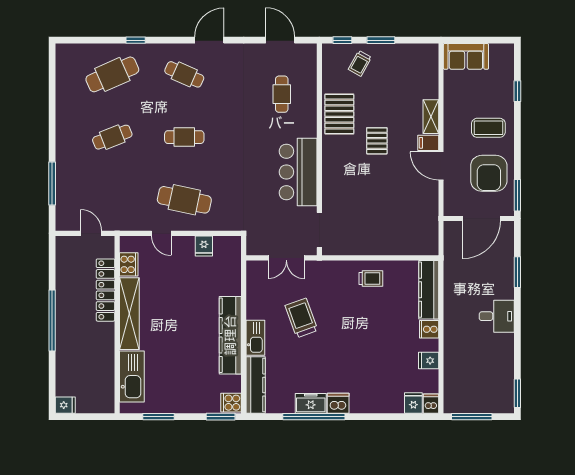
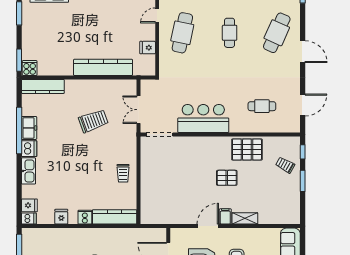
cafe table: (184, 74) -> (277, 33), width x1.37, depth x1.35
kitchen counter: (230, 335) -> (103, 67), moved
kitchen sink: (255, 338) -> (28, 171), moved, turned -90

